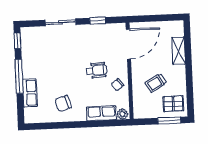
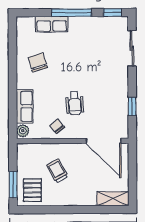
sliding door: (60, 22) -> (132, 48), moved
shelving: (179, 51) -> (113, 199), moved

